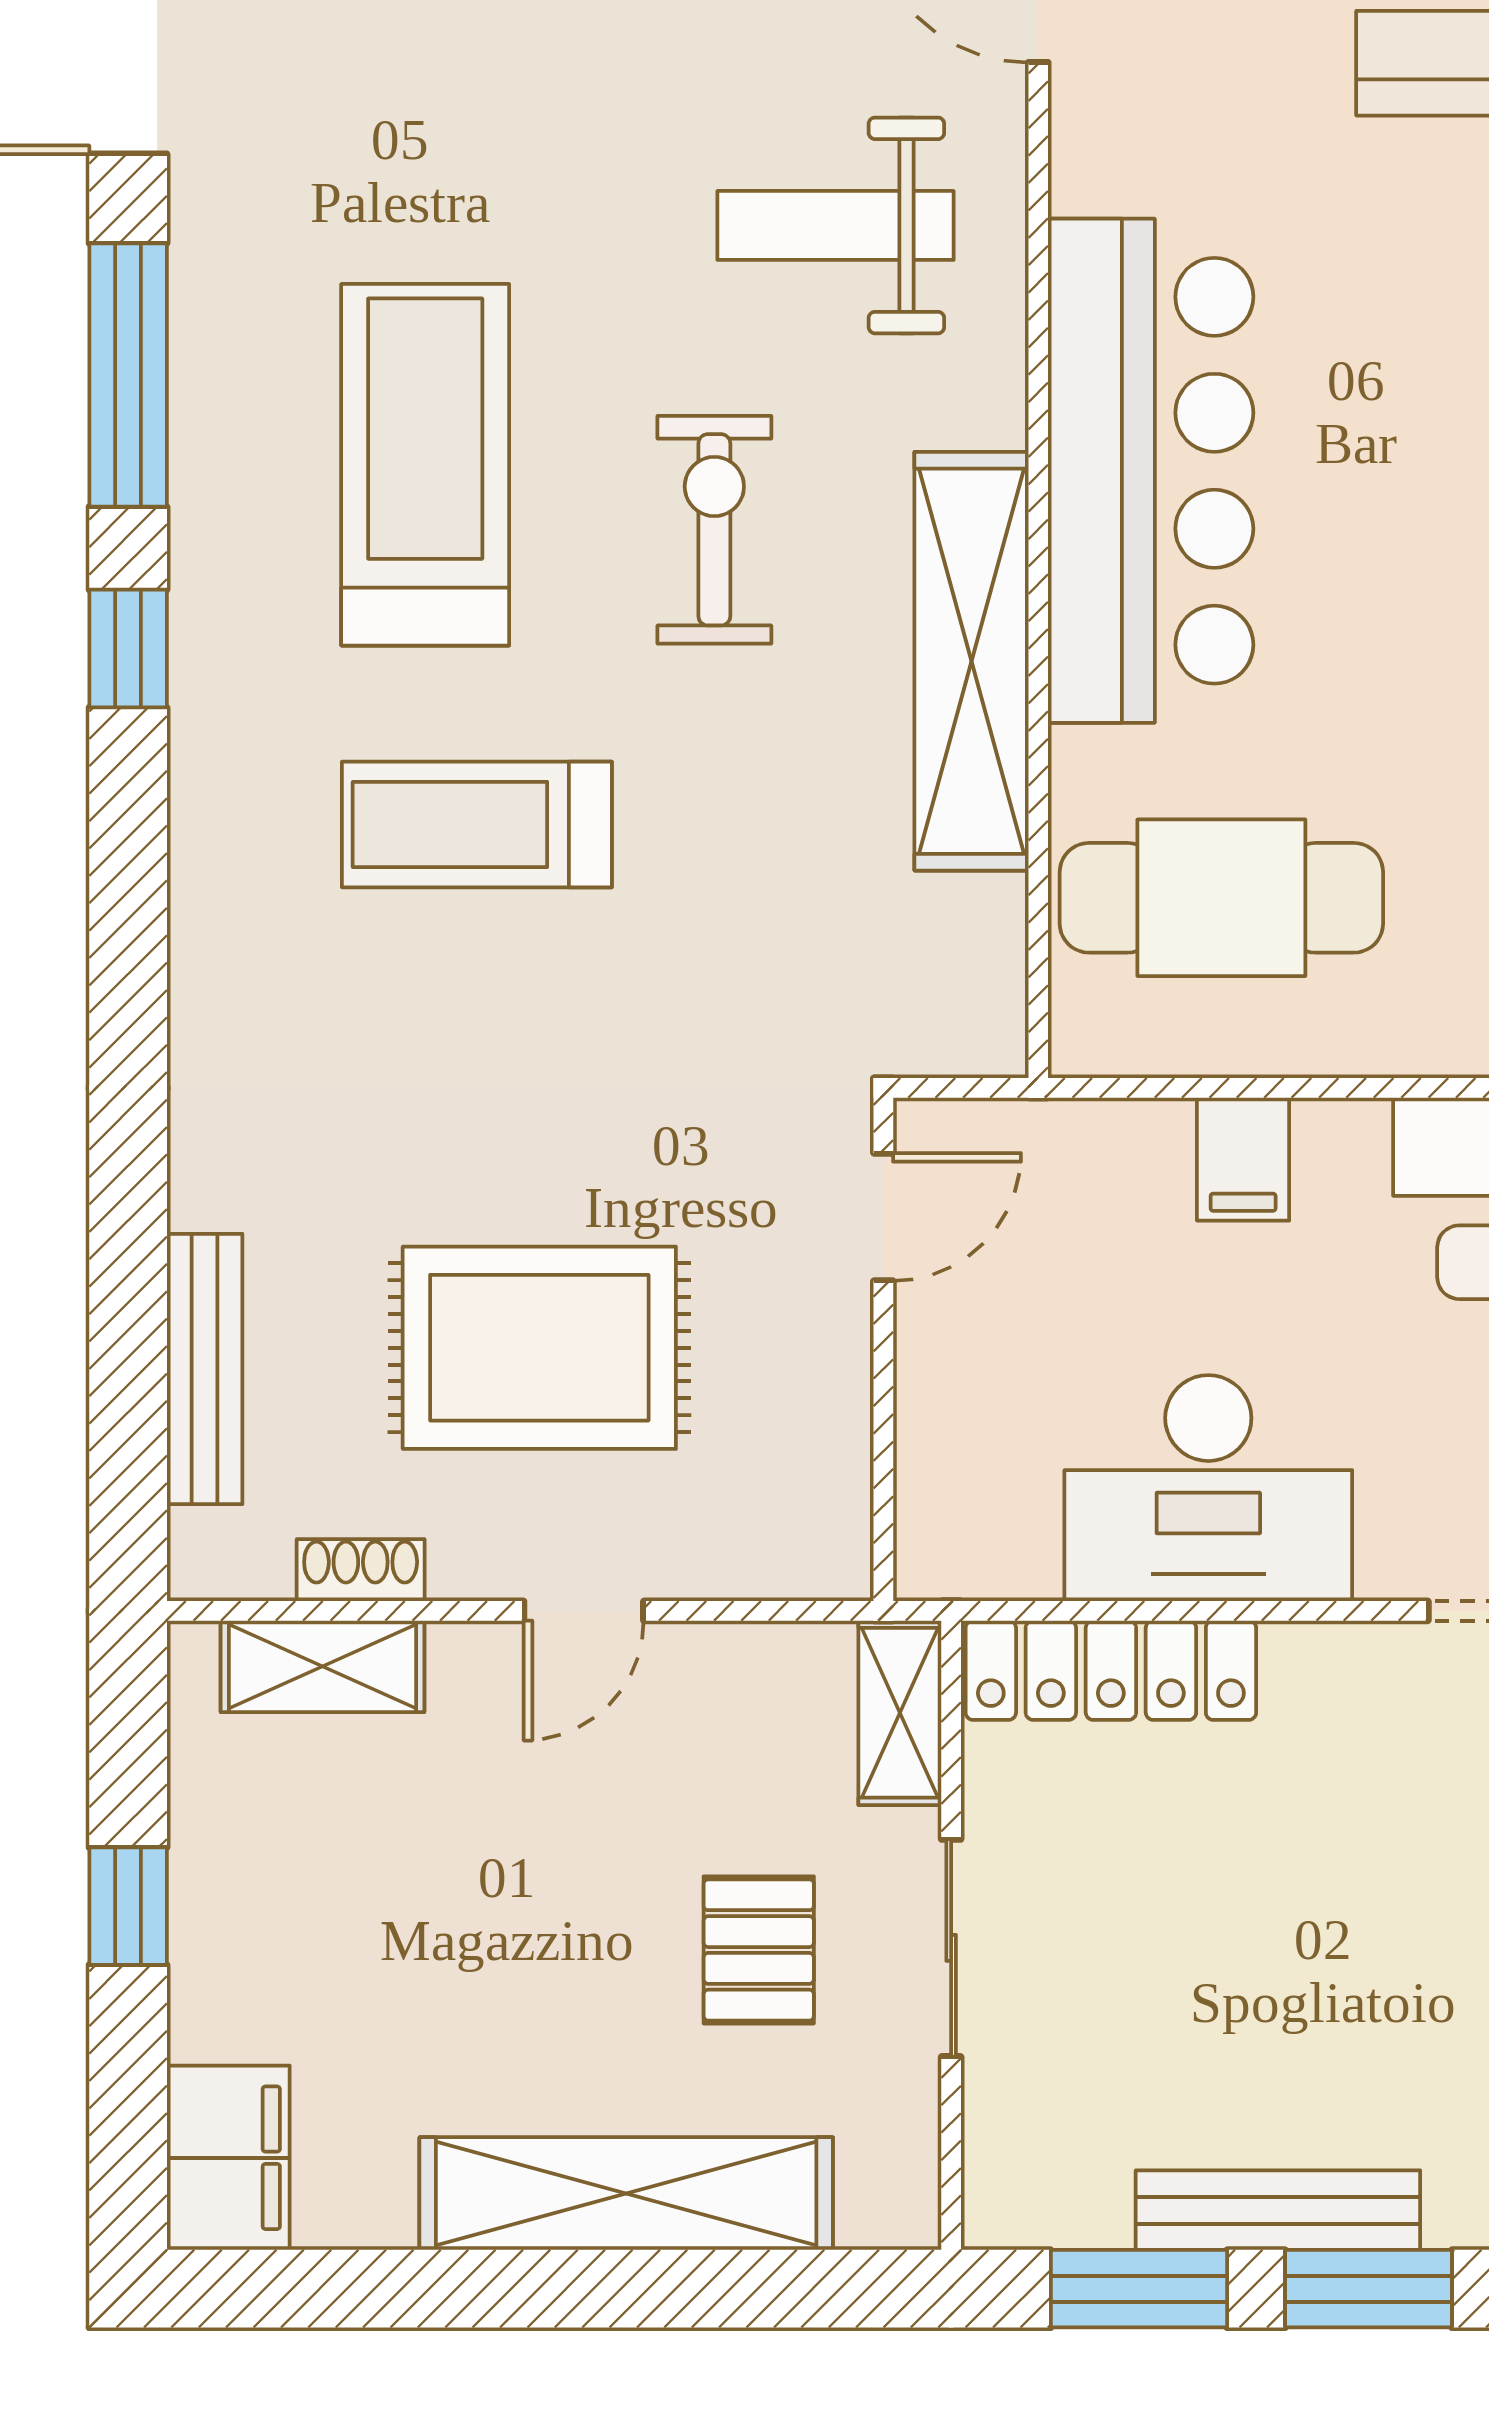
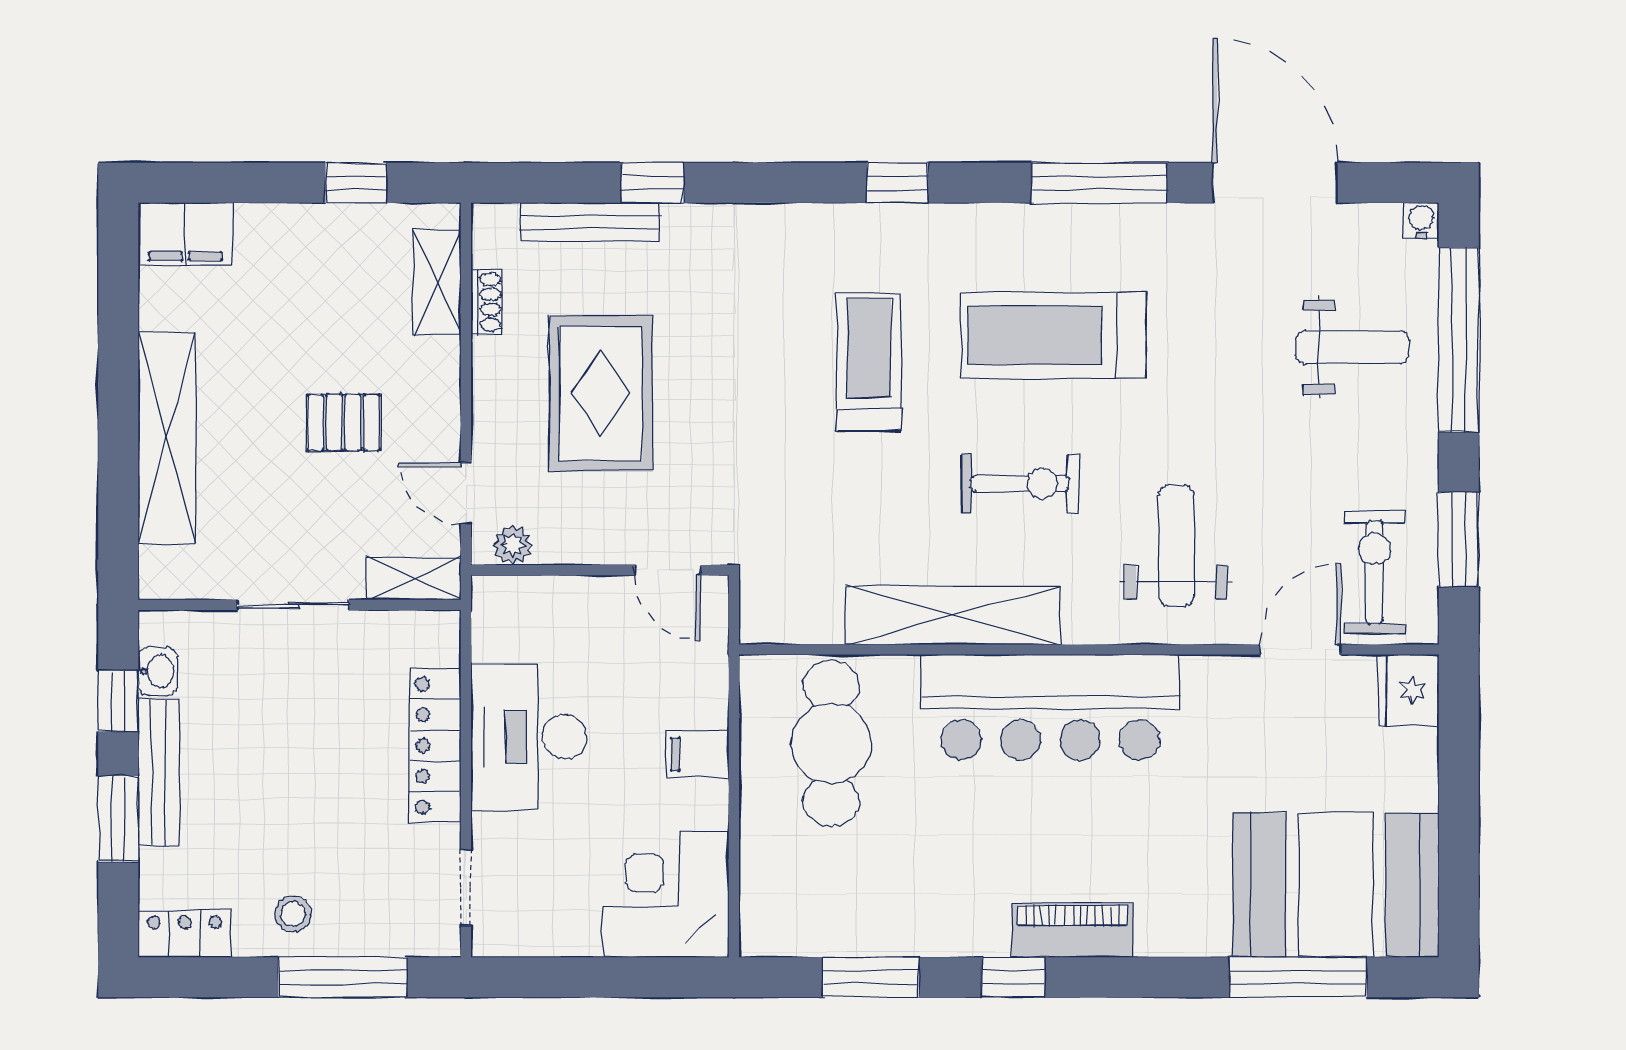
treadmill: (425, 465) -> (1053, 335), turned 180
window: (128, 649) -> (897, 183), moved
window: (128, 1247) -> (652, 183), added
plant: (835, 1519) -> (513, 545), added
door: (584, 1611) -> (466, 493), moved
locker: (1111, 1670) -> (435, 746), moved
window: (128, 1906) -> (356, 183), moved
pallet: (759, 1950) -> (344, 422), moved
washbasin: (1081, 2212) -> (158, 671), added
window: (1139, 2289) -> (118, 701), width x0.67

